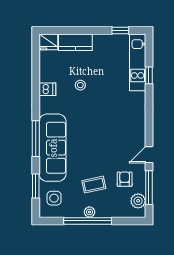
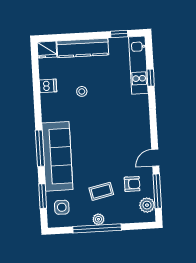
kitchen counter: (75, 42) -> (83, 48), width x1.50
dishwasher: (47, 89) -> (48, 86), moved
armchair: (125, 179) -> (132, 184), turned 90

